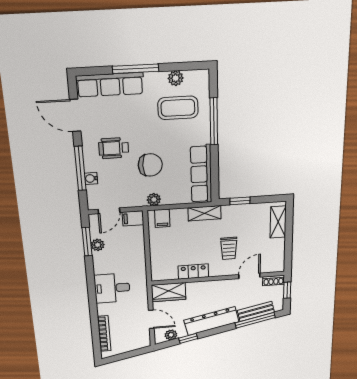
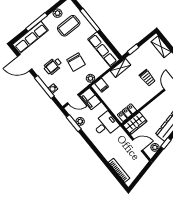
chair: (150, 165) -> (76, 62), turned 99
door: (109, 211) -> (73, 99), hinge flipped
filing cabinet: (133, 218) -> (90, 99), width x2.00
locker: (193, 272) -> (127, 113), moved
desk: (112, 288) -> (106, 125), moved, turned 180

